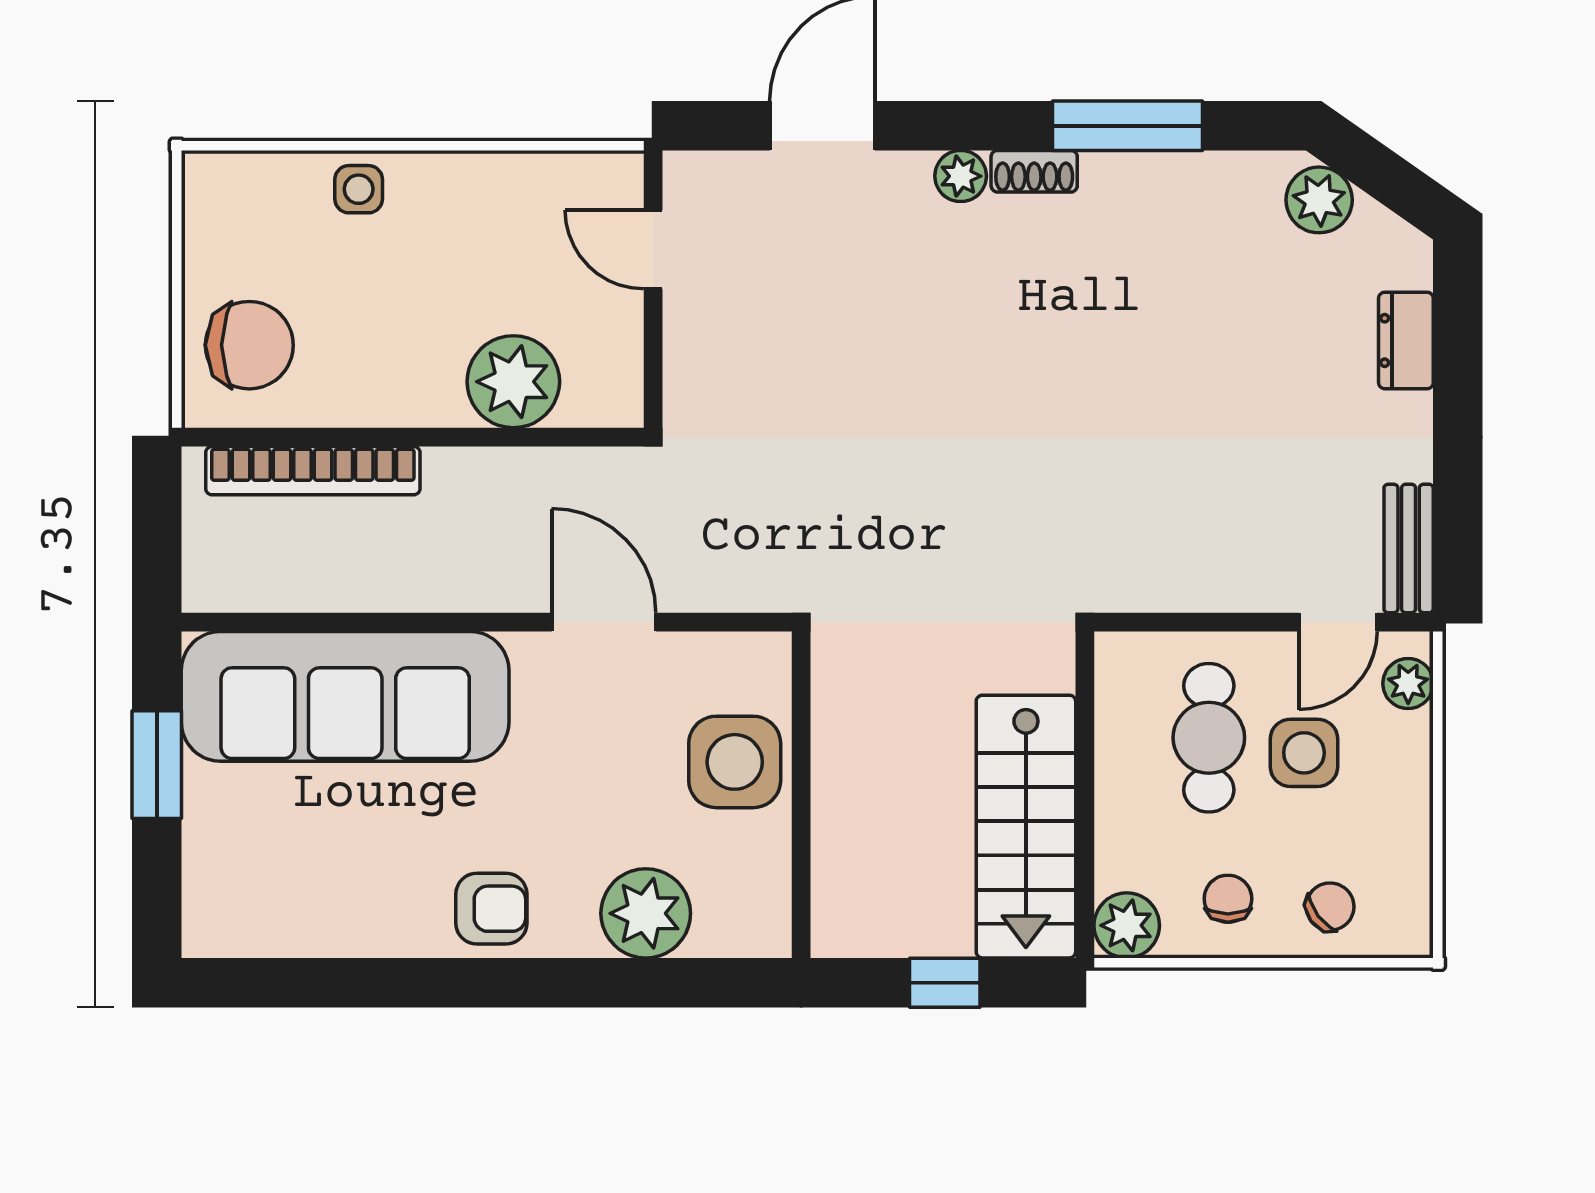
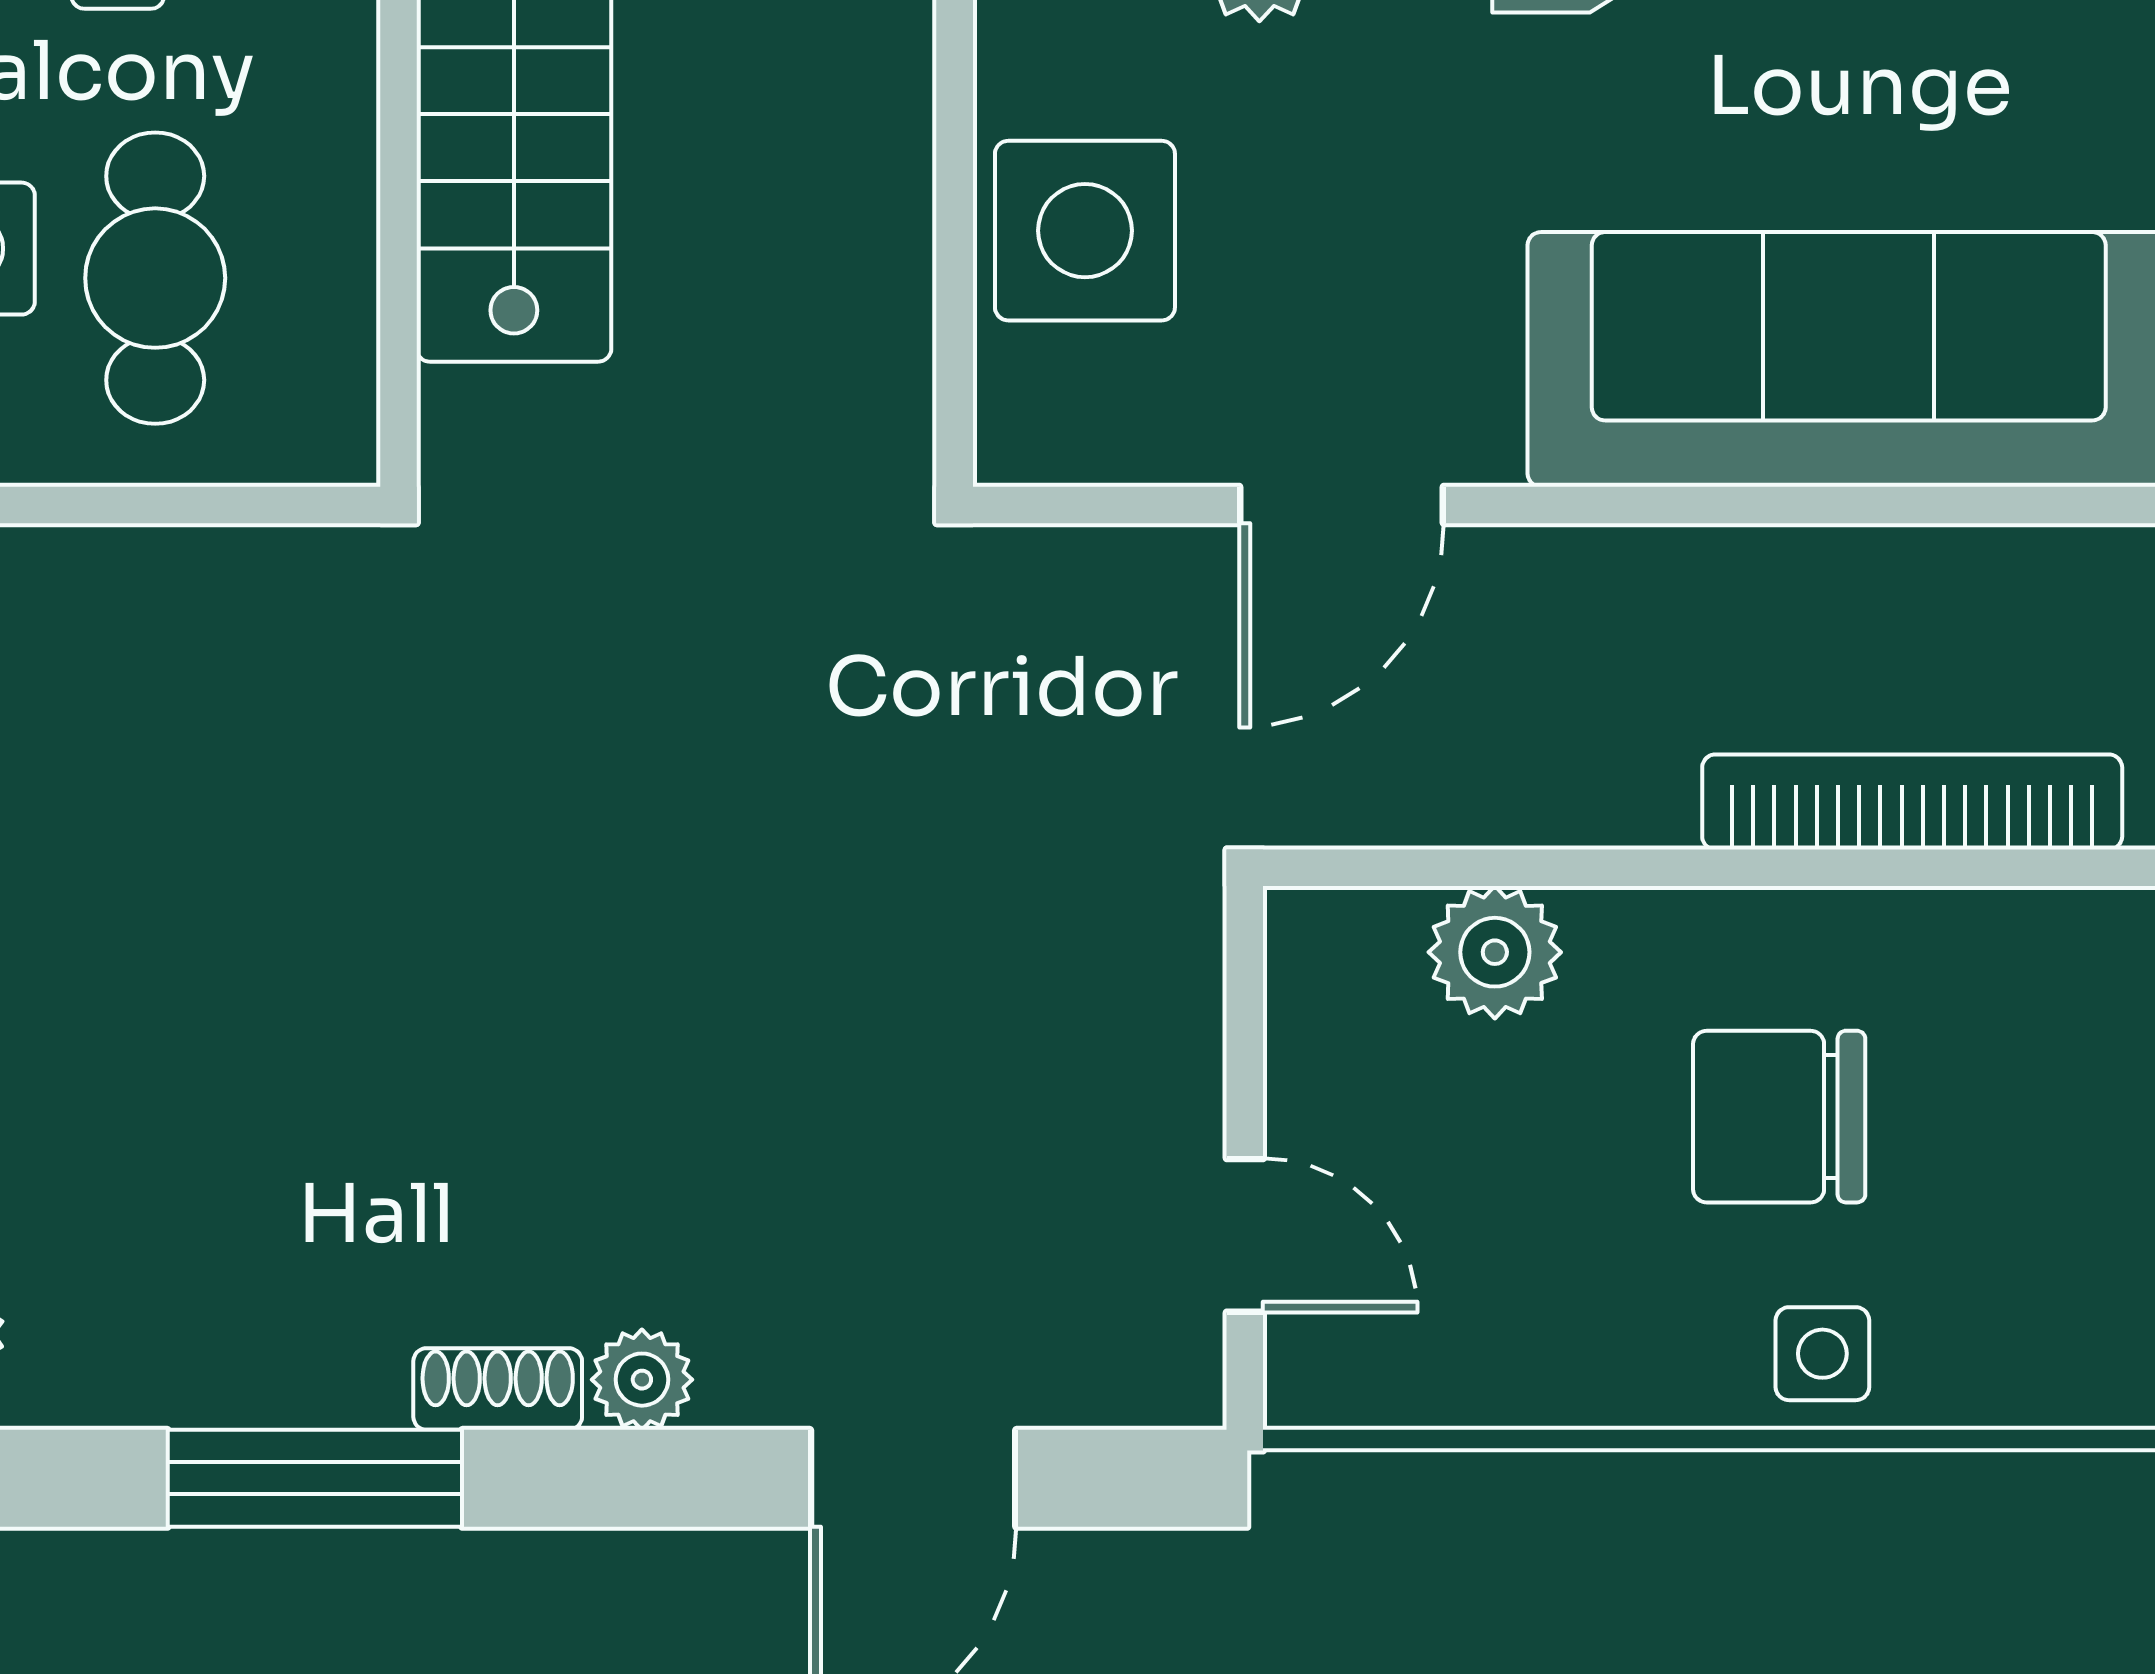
chair: (249, 345) -> (1779, 1117), moved
plant: (513, 382) -> (1495, 952), width x0.73, depth x0.73
door: (604, 622) -> (1342, 505), hinge flipped

